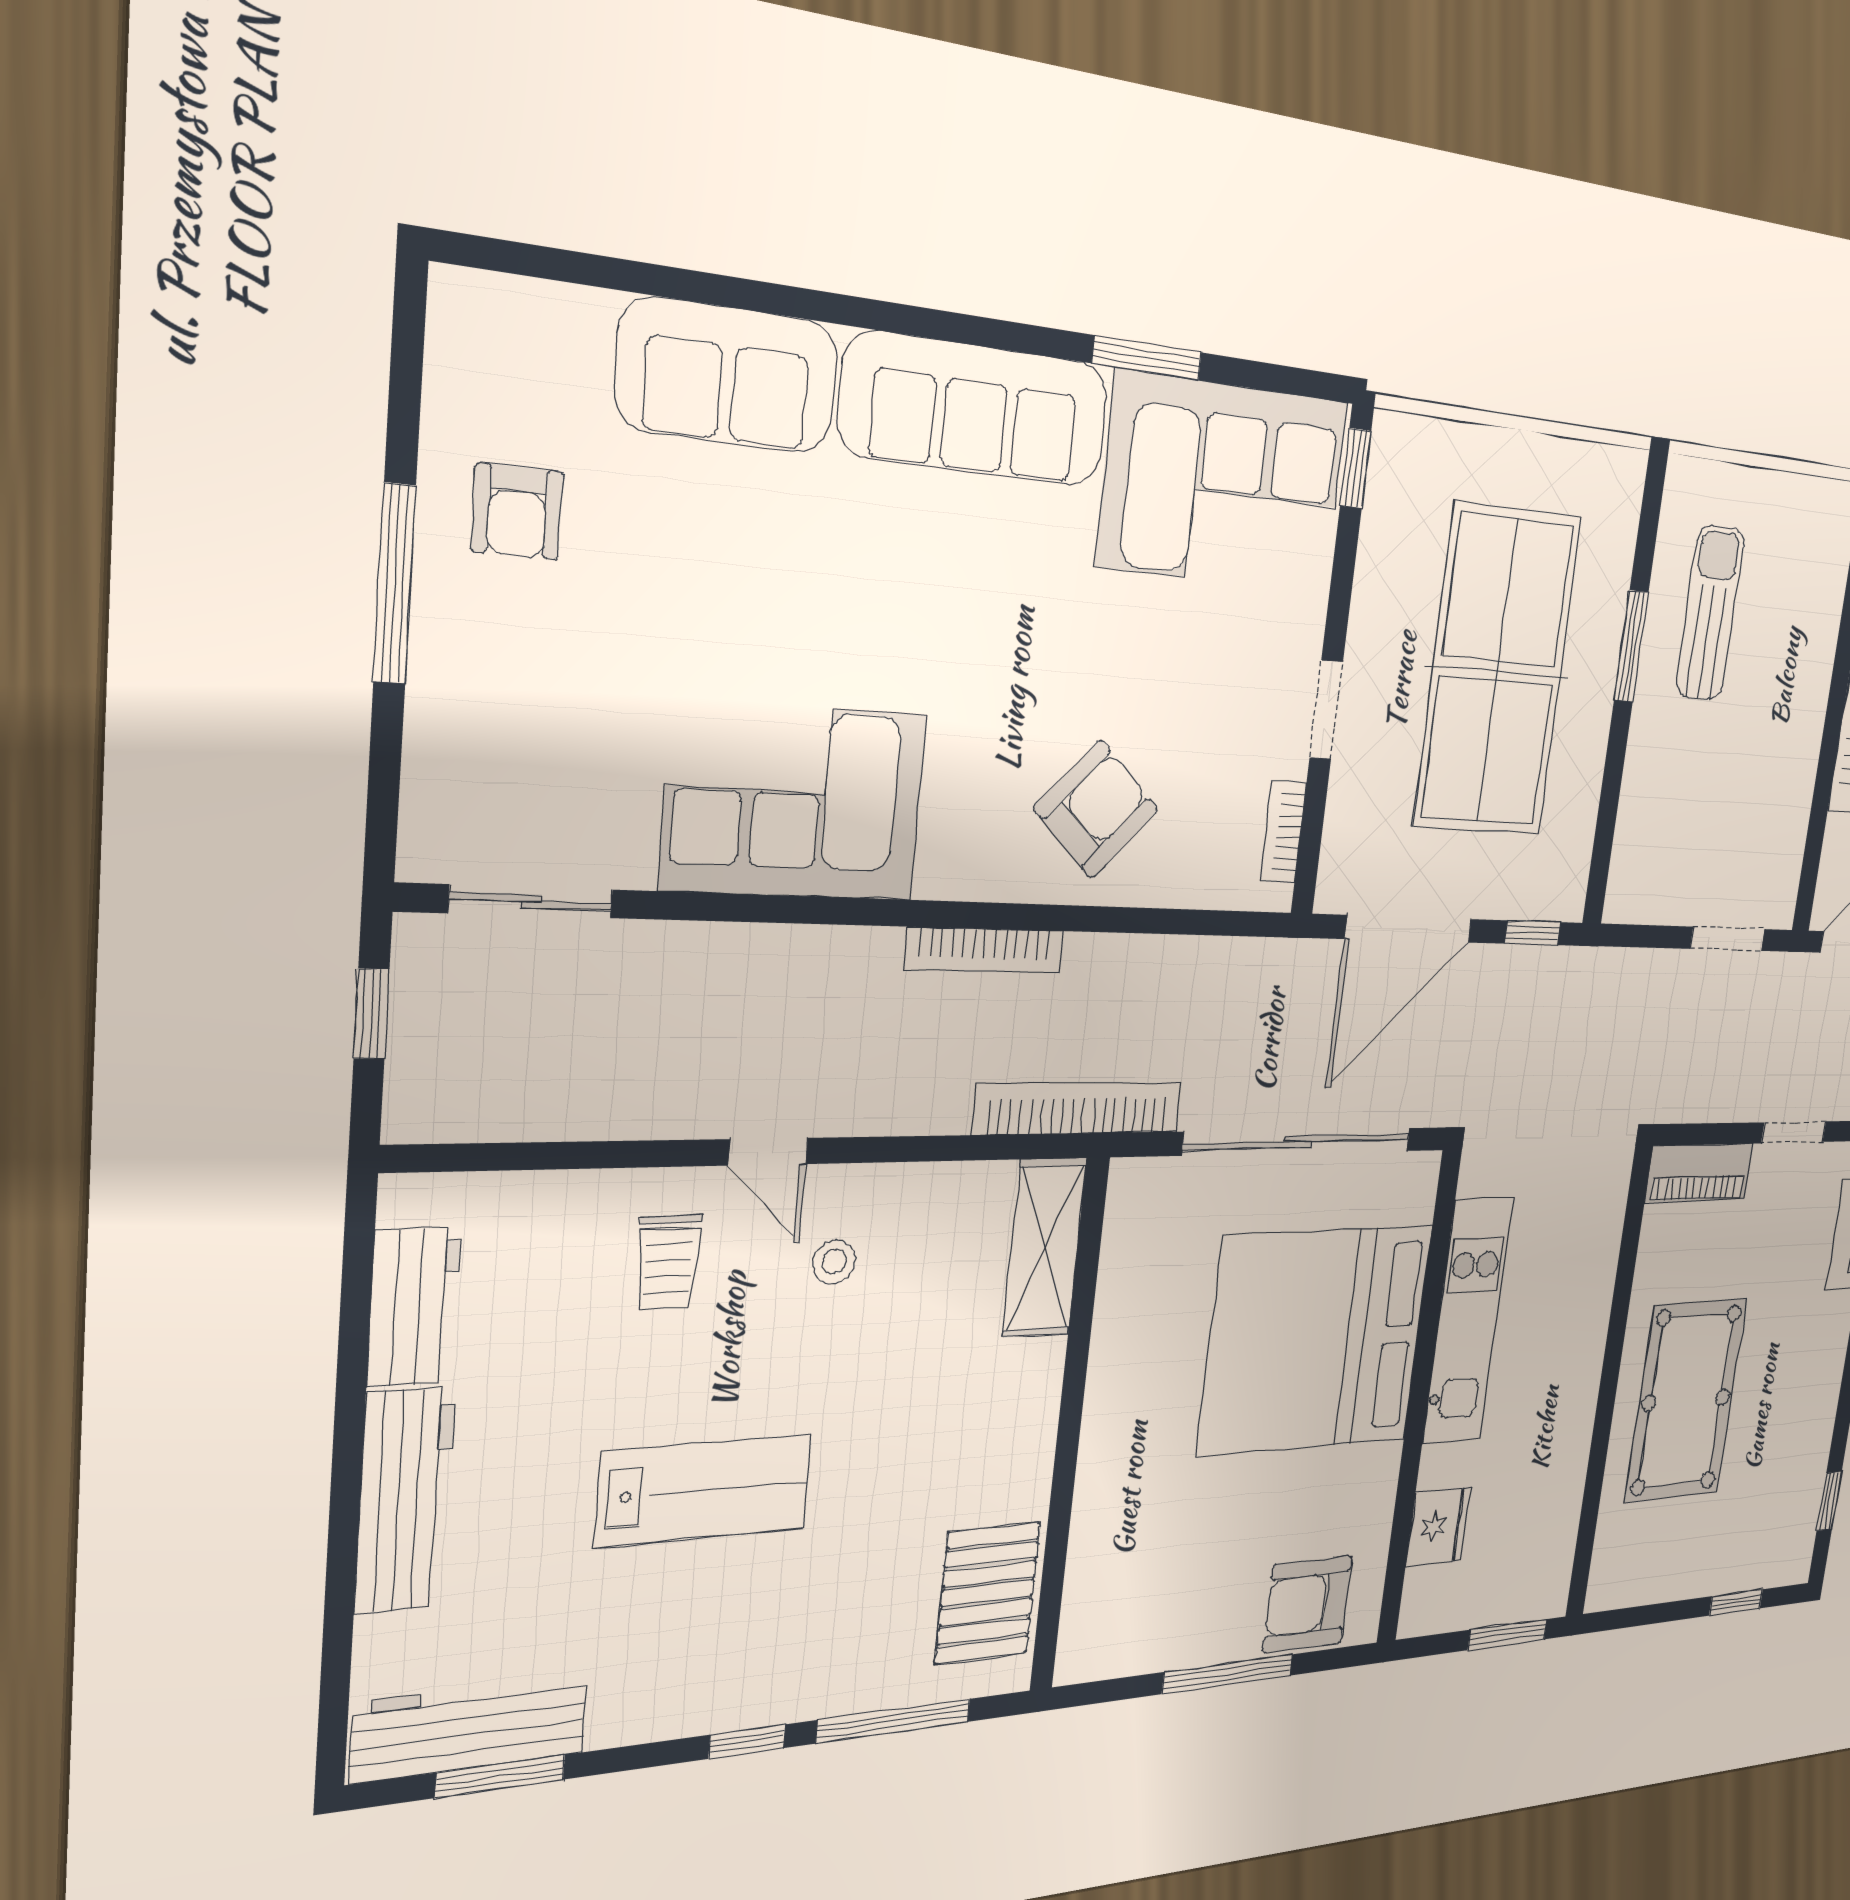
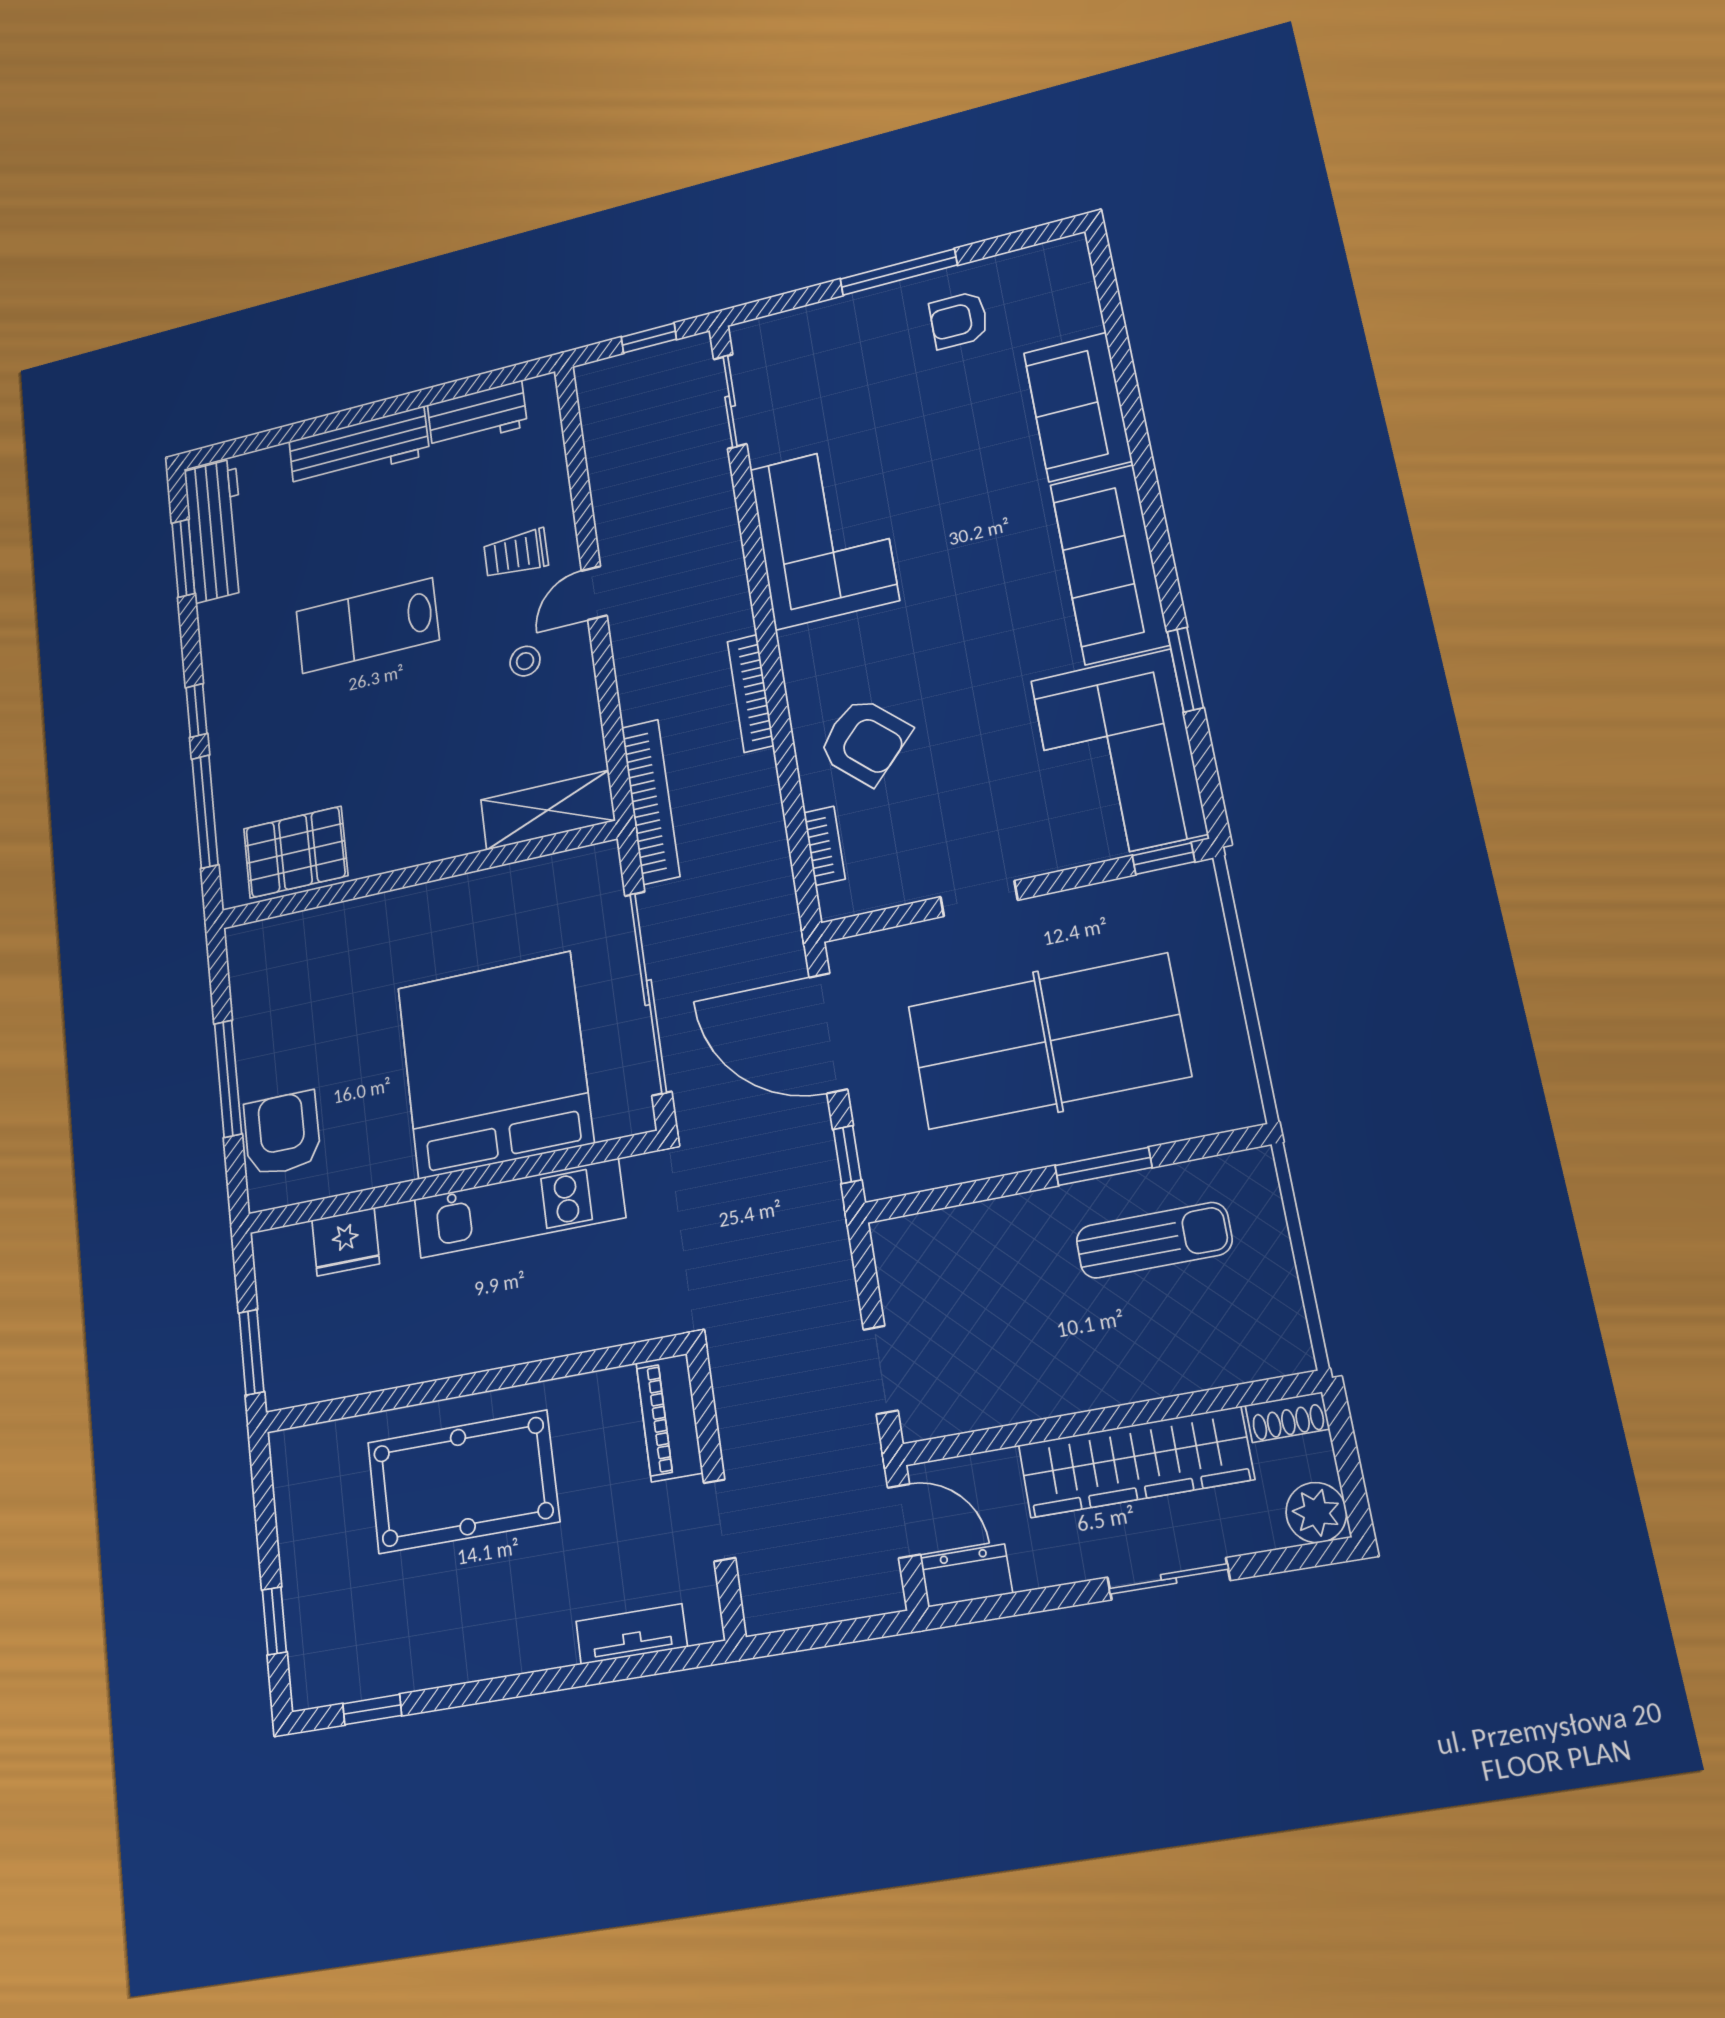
bookcase: (1283, 832) -> (824, 846), moved, turned 90
lab bench: (704, 1490) -> (367, 626), turned 90

